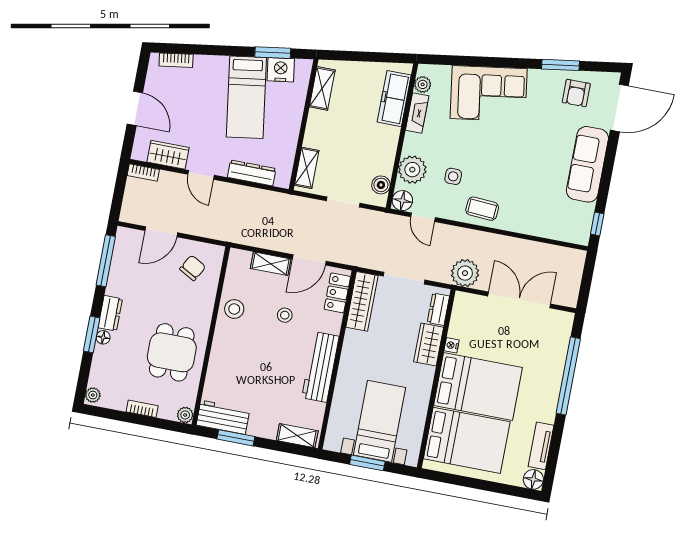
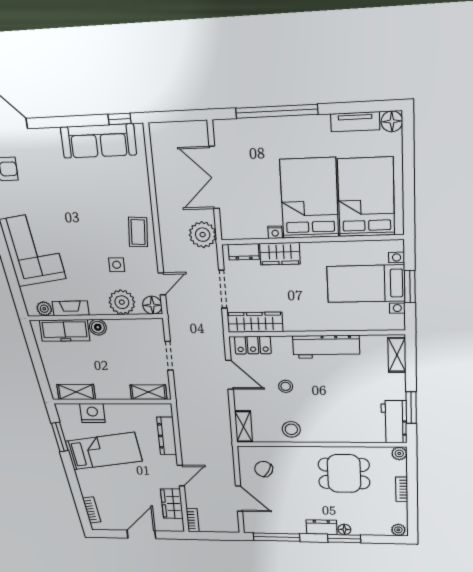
nightstand: (281, 70) -> (92, 413), moved, turned 98
sofa: (587, 164) -> (98, 141), moved
boiler: (381, 185) -> (98, 327), moved
shelving: (271, 264) -> (244, 426), moved

